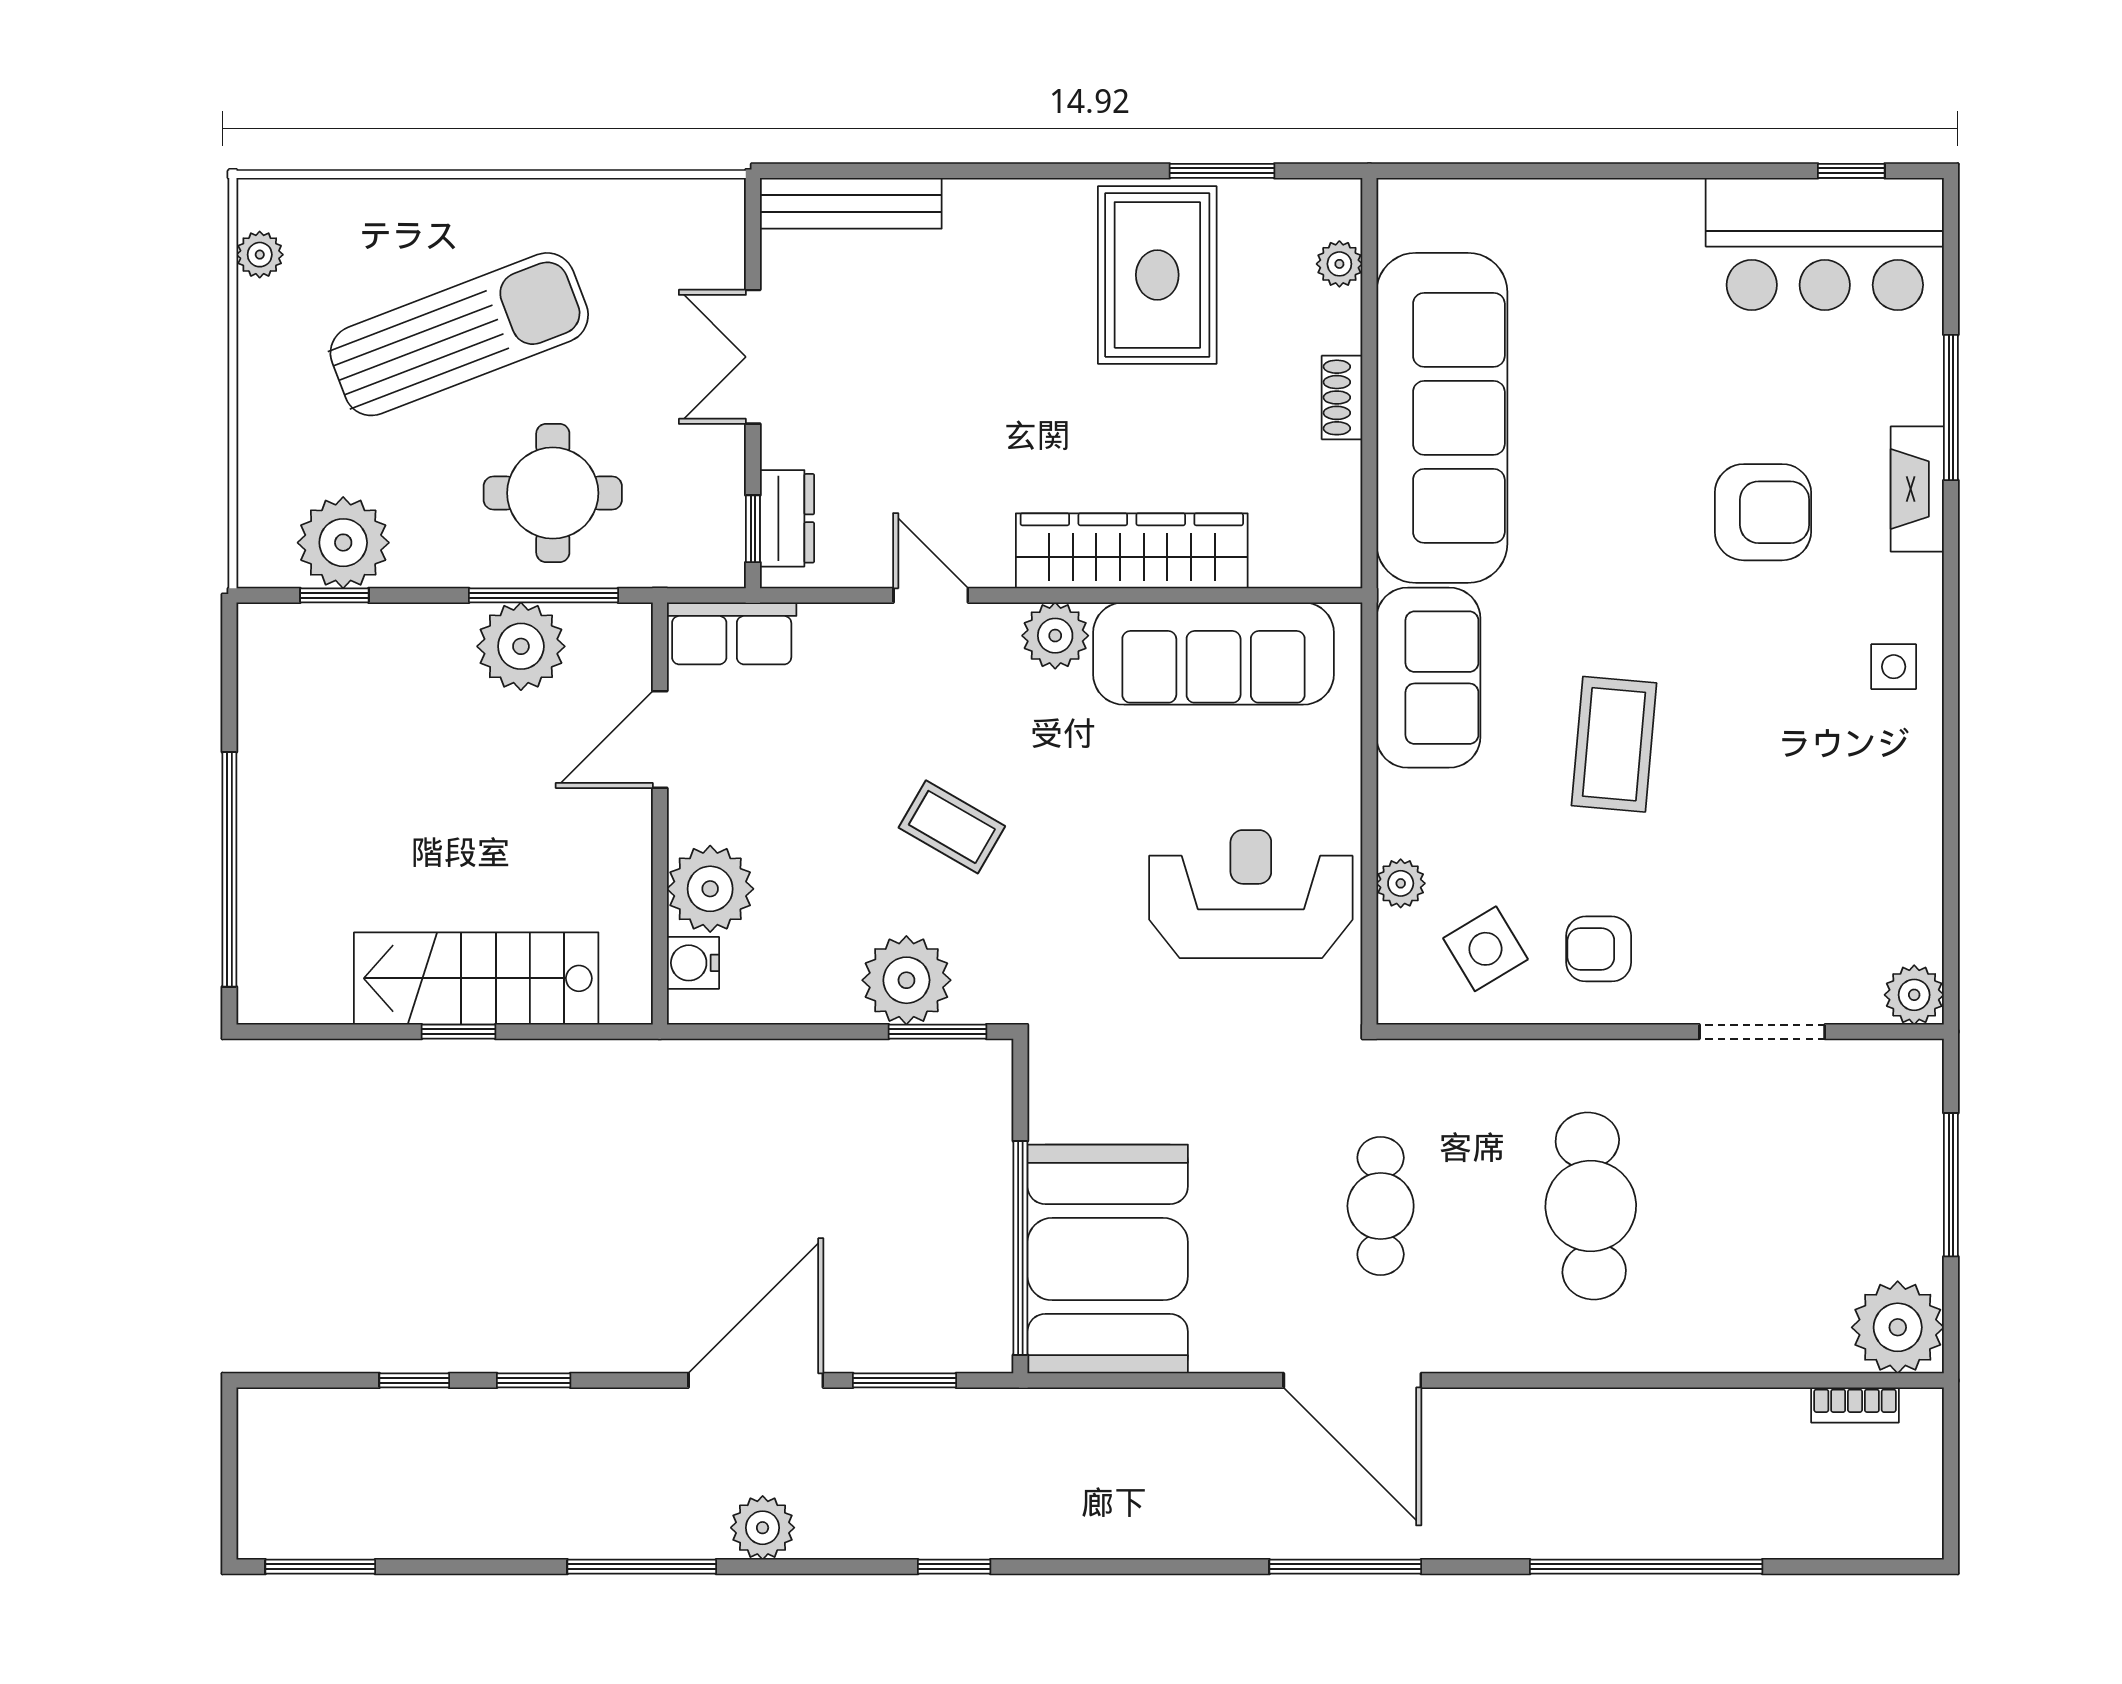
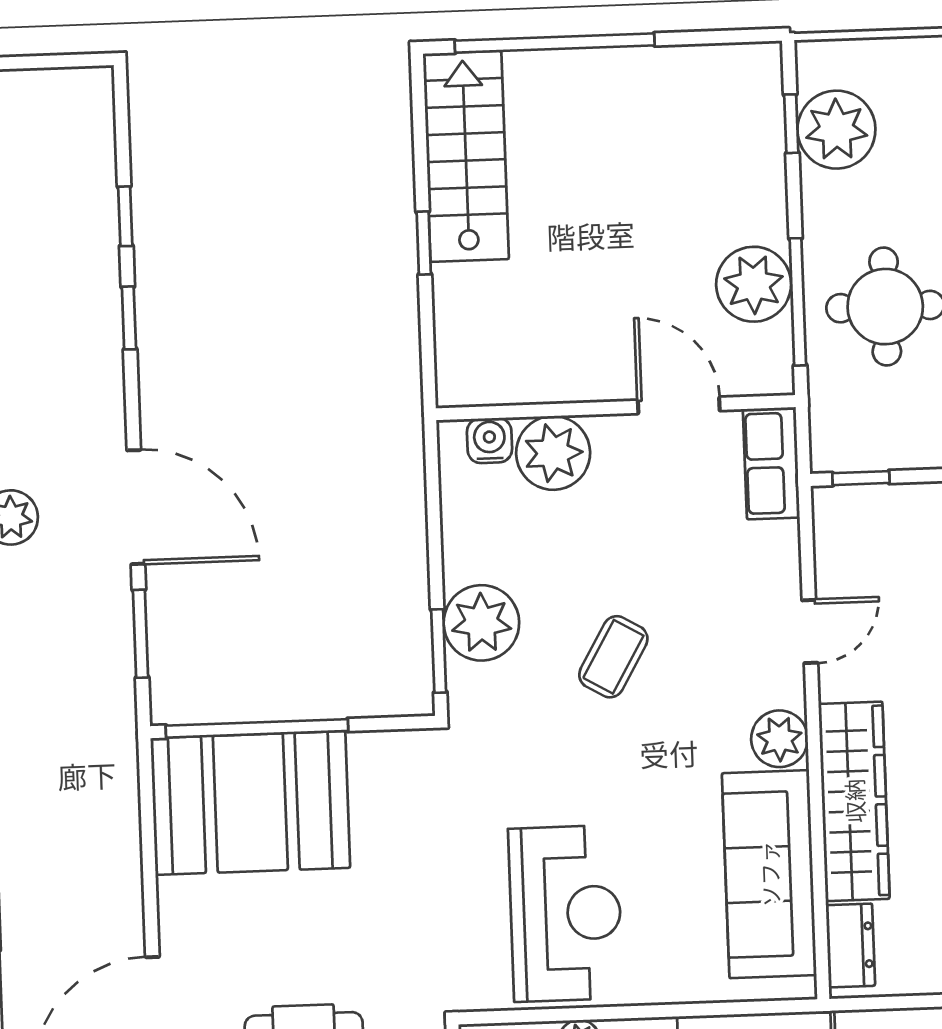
dresser: (787, 518) -> (850, 945), moved, turned -90
stairs: (476, 978) -> (466, 156), moved

